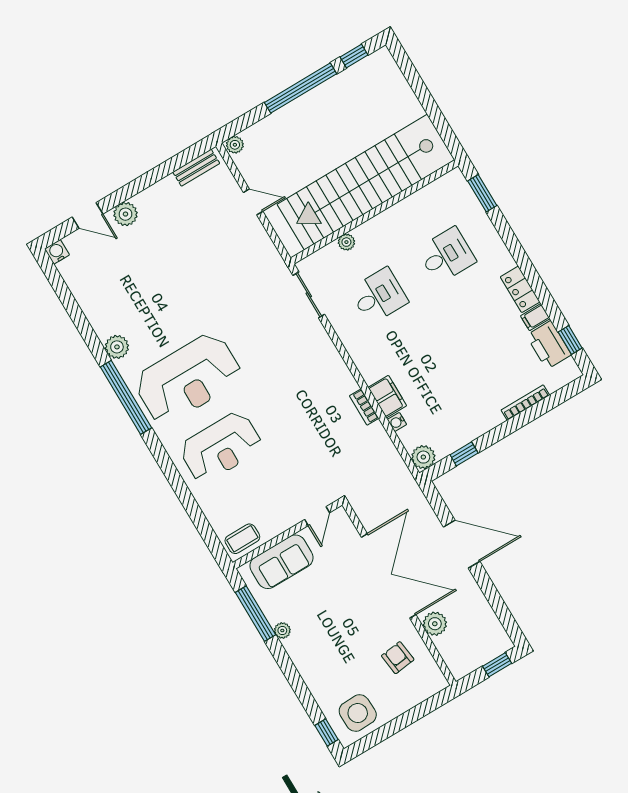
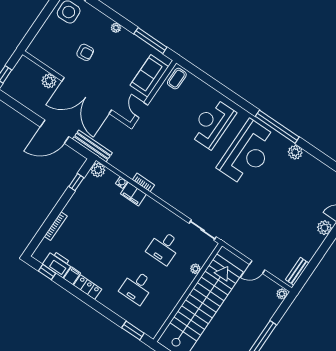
reception desk: (188, 379) -> (248, 153), turned 180
bench: (415, 497) -> (92, 146), added
plant: (282, 631) -> (116, 28), moved
armchair: (398, 658) -> (85, 52), moved

